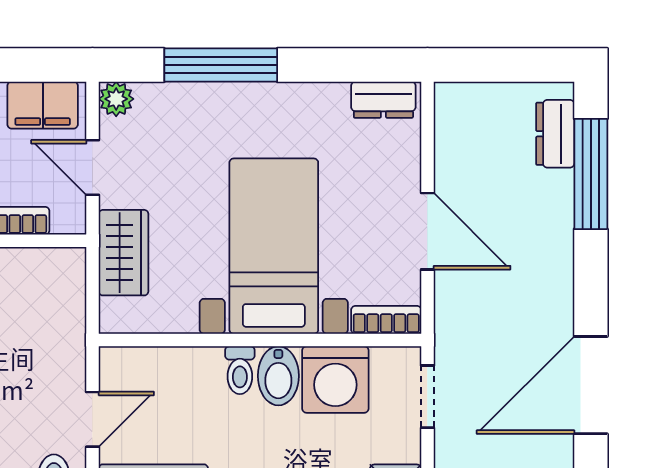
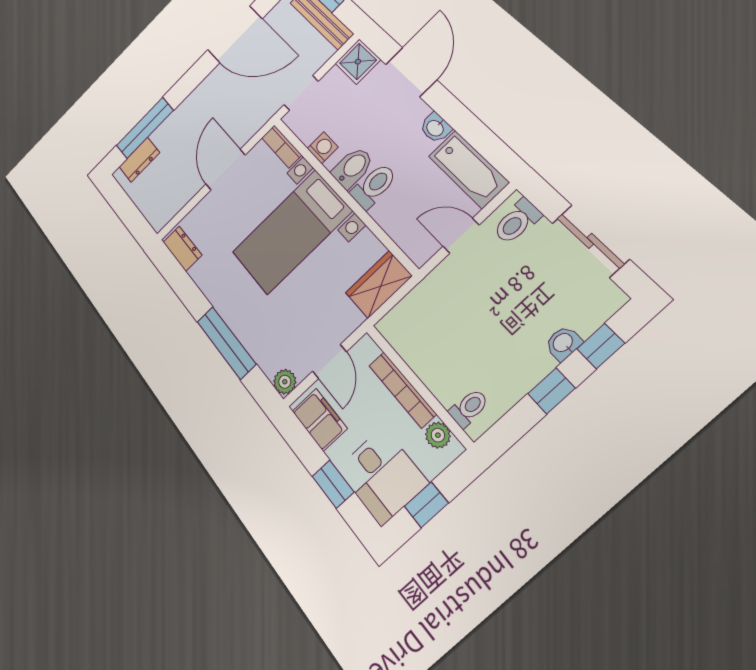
wardrobe: (124, 253) -> (379, 284), moved
toilet: (240, 370) -> (374, 186), width x1.37, depth x1.39
washing machine: (335, 379) -> (323, 148), width x0.53, depth x0.53

